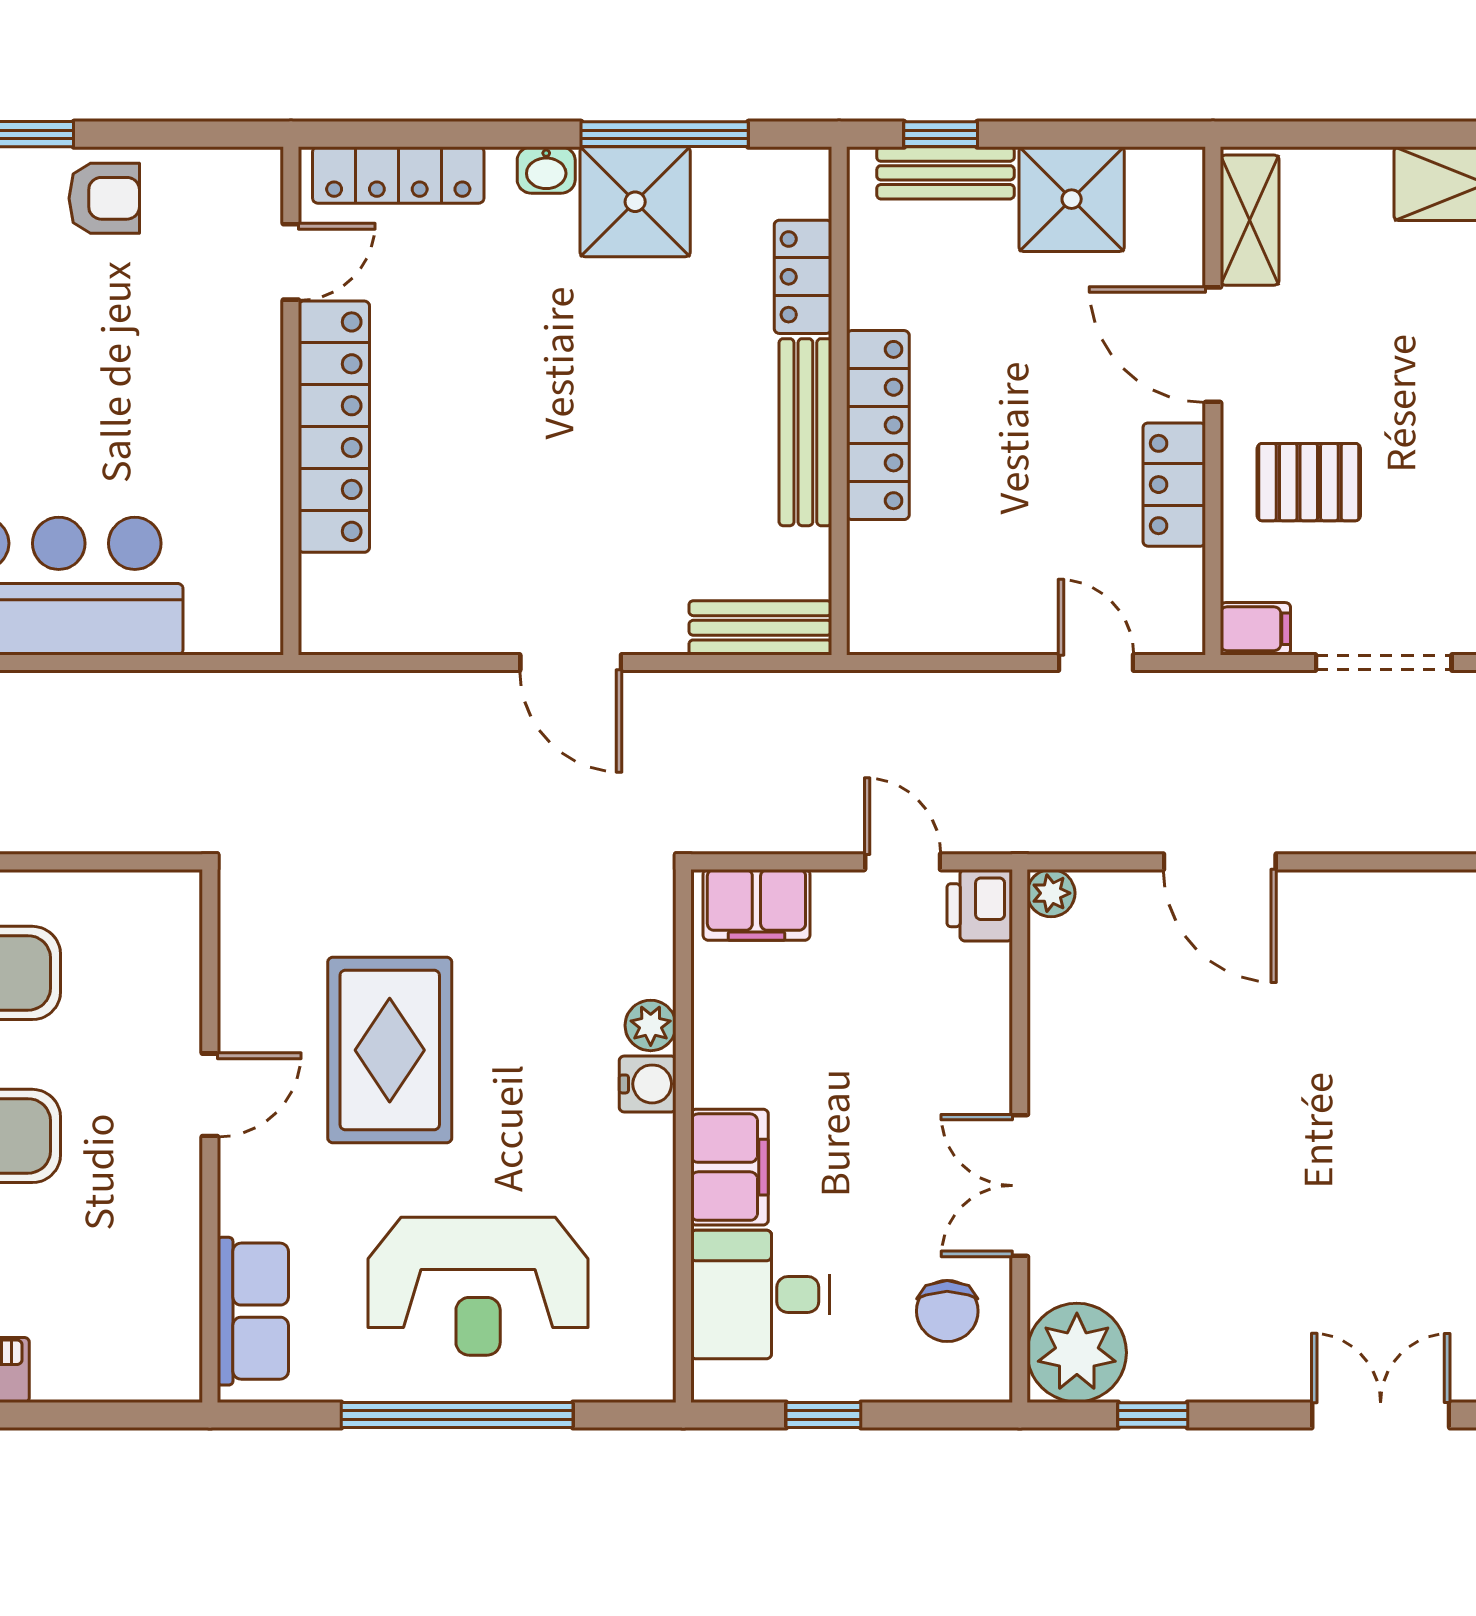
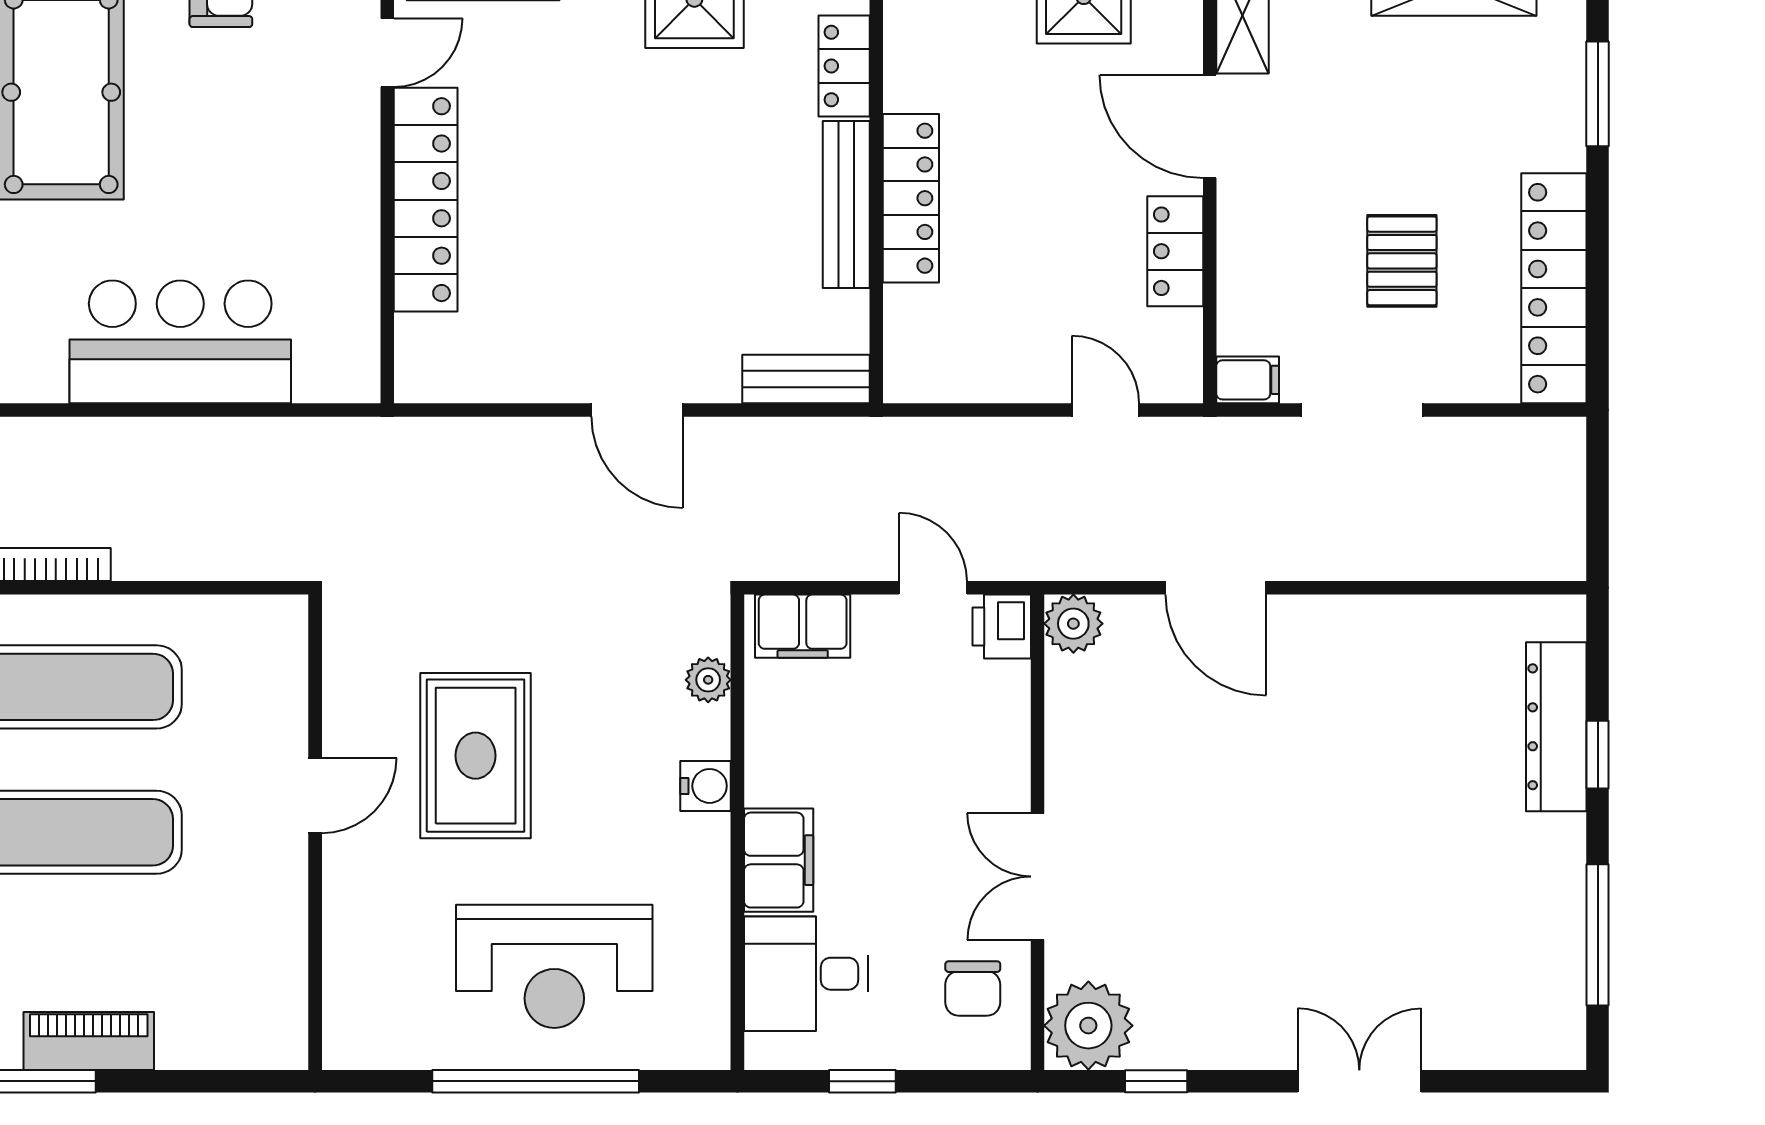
pallet: (1309, 482) -> (1402, 261), moved, turned 90
plant: (1051, 893) -> (1073, 624), width x1.38, depth x1.38
plant: (651, 1025) -> (708, 680), moved
row of seats: (253, 1311) -> (353, 989), removed

